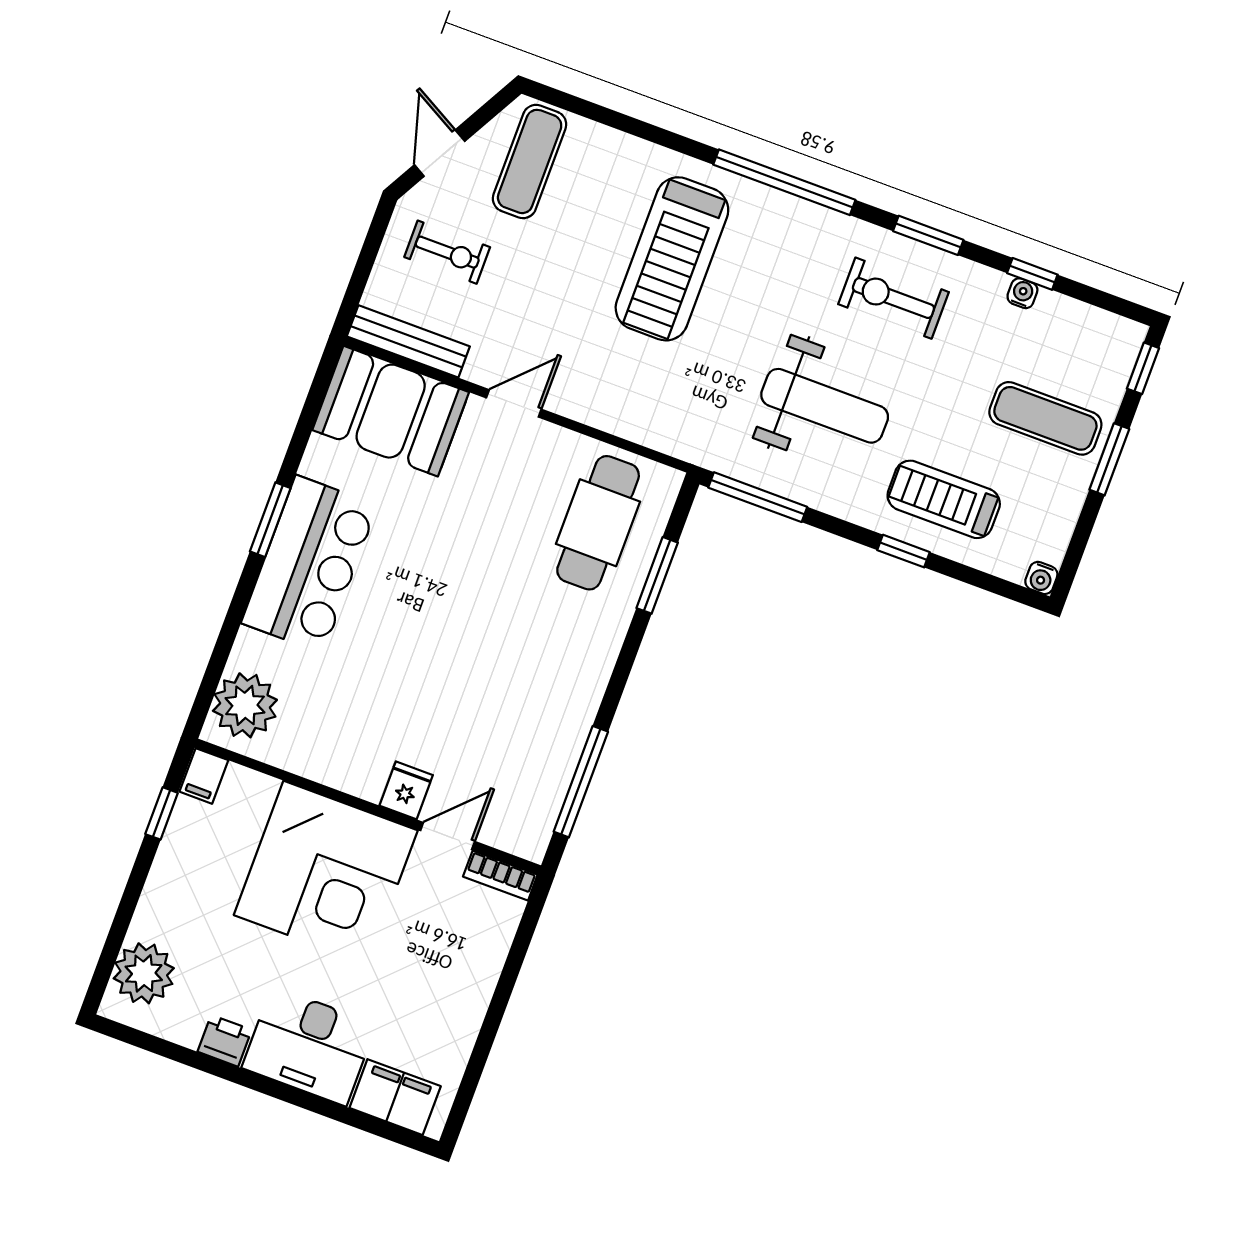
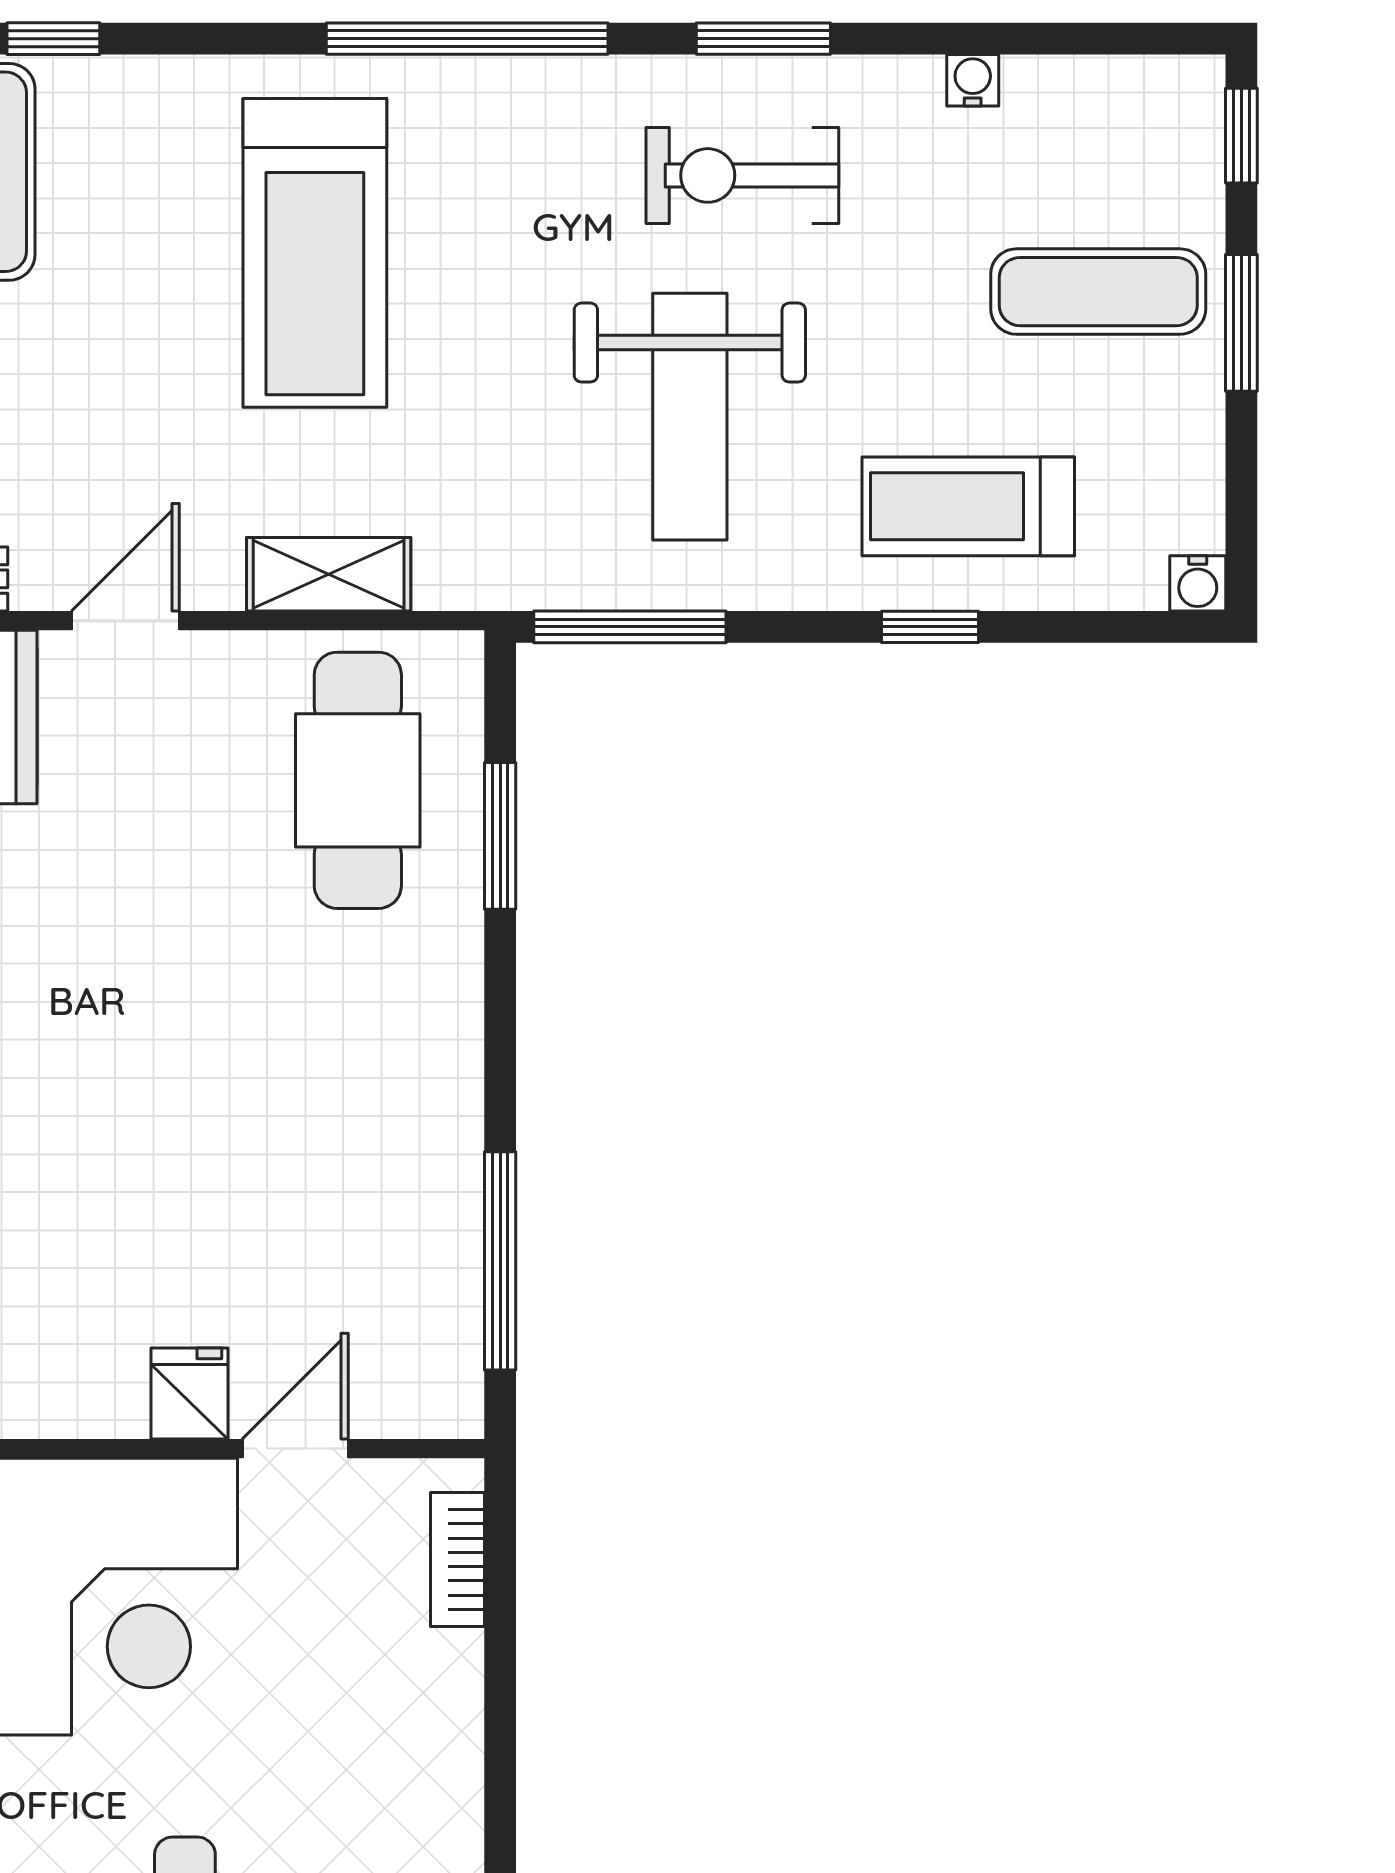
window: (1032, 274) -> (53, 39), moved
weight bench: (825, 406) -> (690, 417), turned 90
shelving: (621, 417) -> (329, 574), added
bookcase: (500, 876) -> (457, 1559), moved, turned 90

